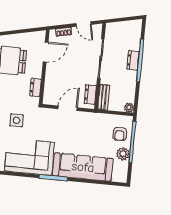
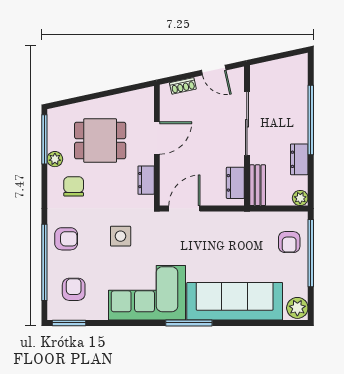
door: (46, 52) -> (157, 138), moved
dresser: (133, 60) -> (299, 159), moved
door: (68, 108) -> (184, 209), moved
plant: (123, 154) -> (297, 308), moved

